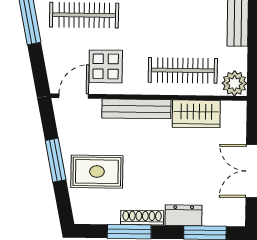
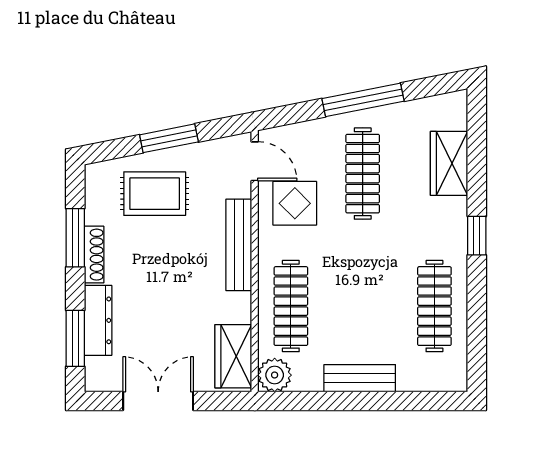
wardrobe: (196, 114) -> (233, 356), moved
rug: (97, 172) -> (155, 194), turned 90
dresser: (184, 215) -> (98, 320), width x1.44

